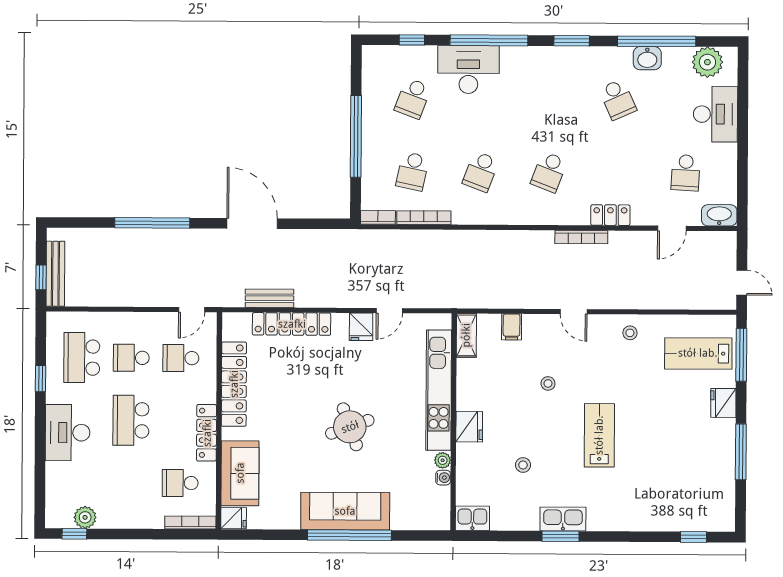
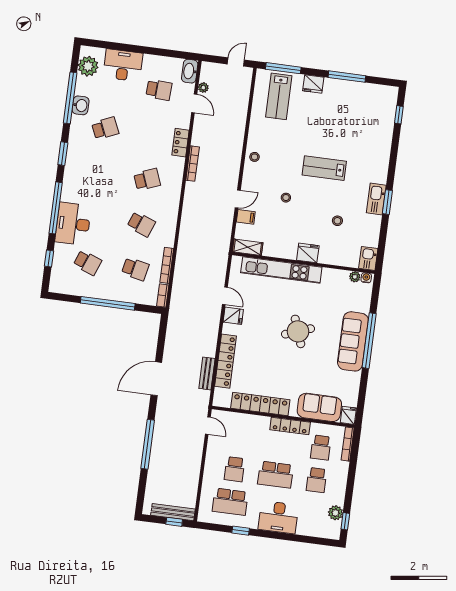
school desk: (549, 172) -> (147, 179), turned -42
plant: (697, 239) -> (203, 88), added
door: (574, 312) -> (238, 199), moved
stool: (630, 333) -> (255, 157), moved
school desk: (181, 358) -> (317, 480), moved
plant: (443, 460) -> (355, 277), moved
water cooler: (443, 478) -> (366, 278), moved

